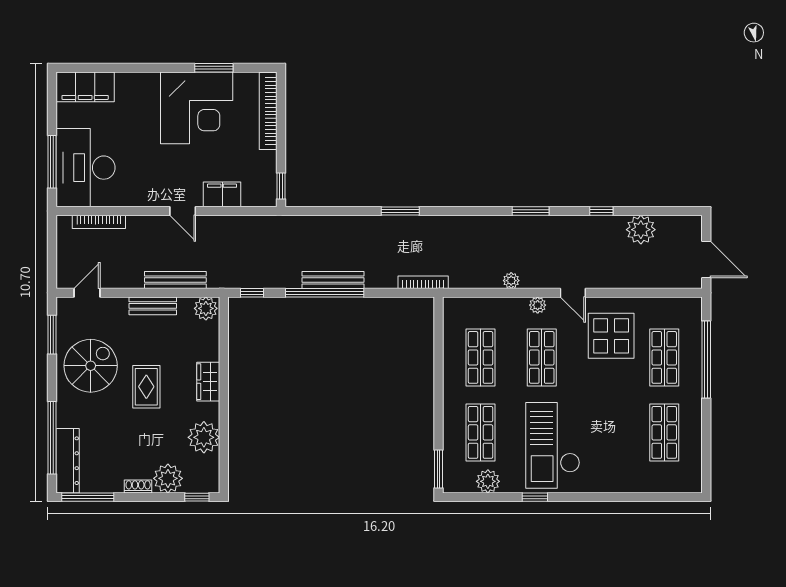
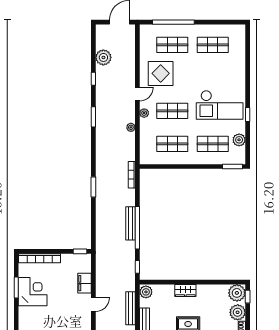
corner desk: (197, 108) -> (33, 292), width x0.74, depth x0.74
plant: (204, 437) -> (237, 293), moved

